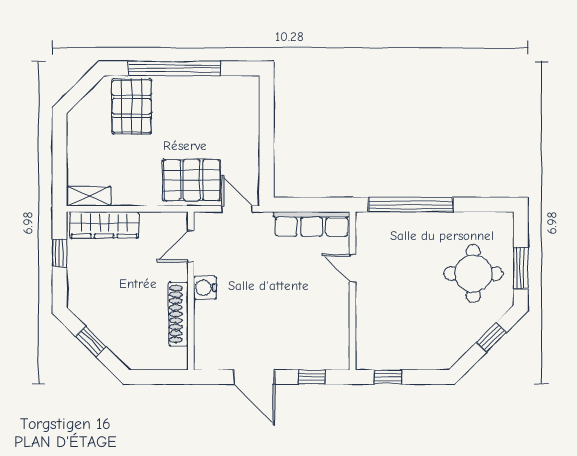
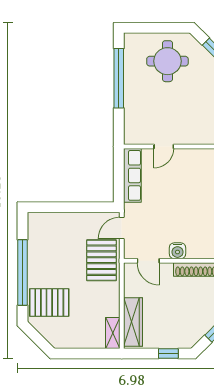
window: (411, 205) -> (119, 78), moved
window: (60, 253) -> (168, 353), moved
window: (521, 268) -> (164, 28), removed

